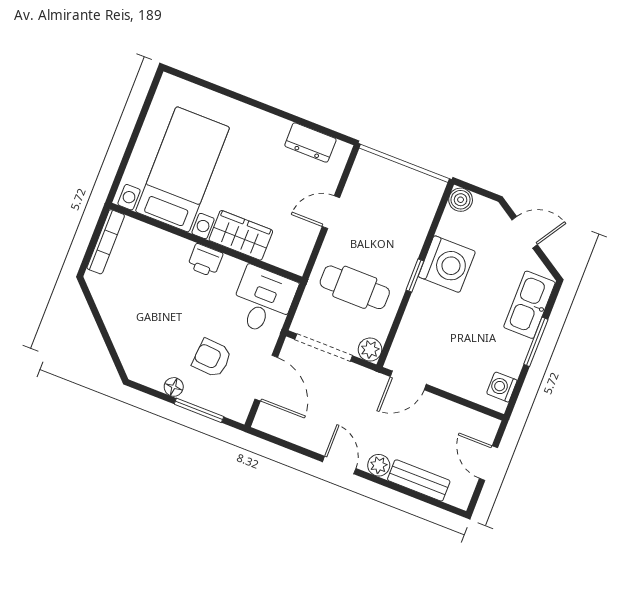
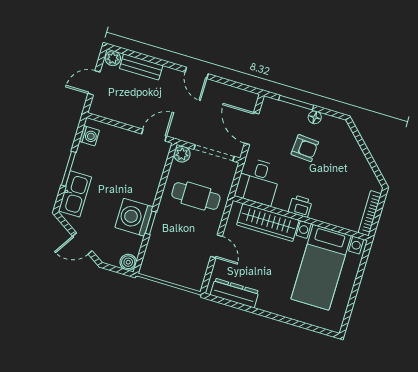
dresser: (310, 142) -> (235, 293), width x1.44
door: (331, 212) -> (217, 246), hinge flipped
wardrobe: (241, 235) -> (268, 223), width x1.50
window: (415, 276) -> (151, 223), moved
armchair: (212, 358) -> (305, 148), moved
door: (489, 463) -> (94, 83), swing flipped
plant: (379, 465) -> (113, 58), moved

